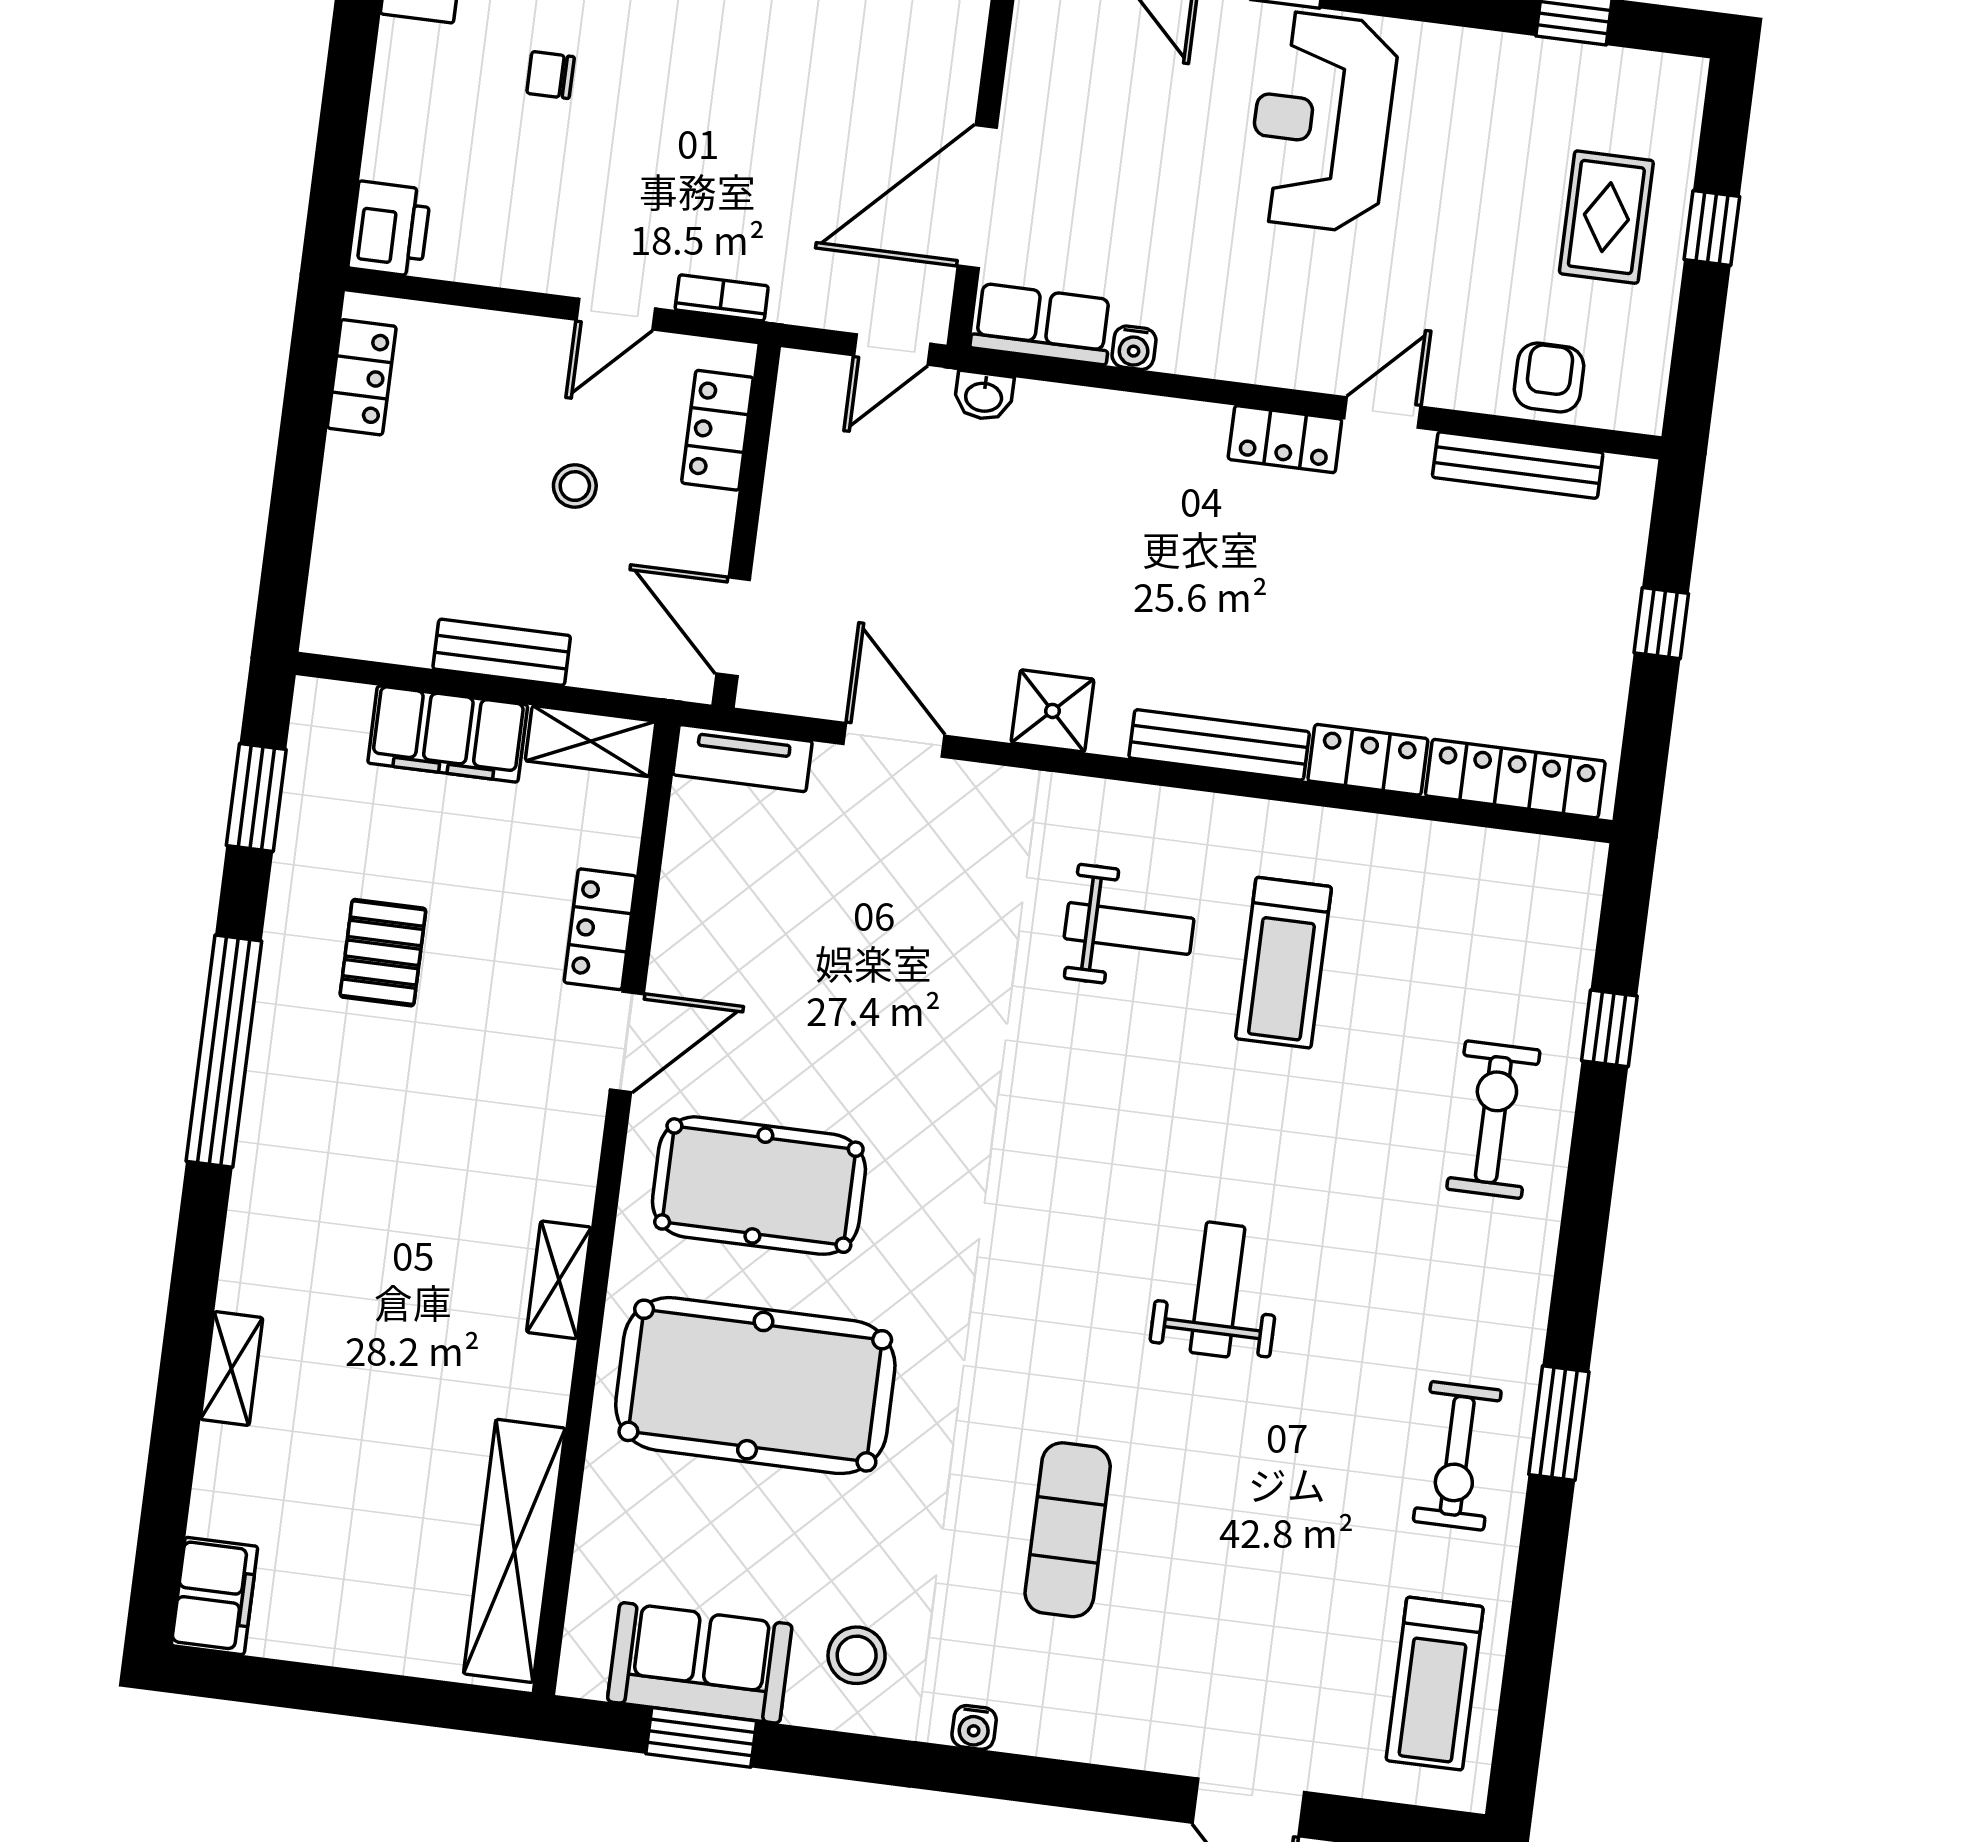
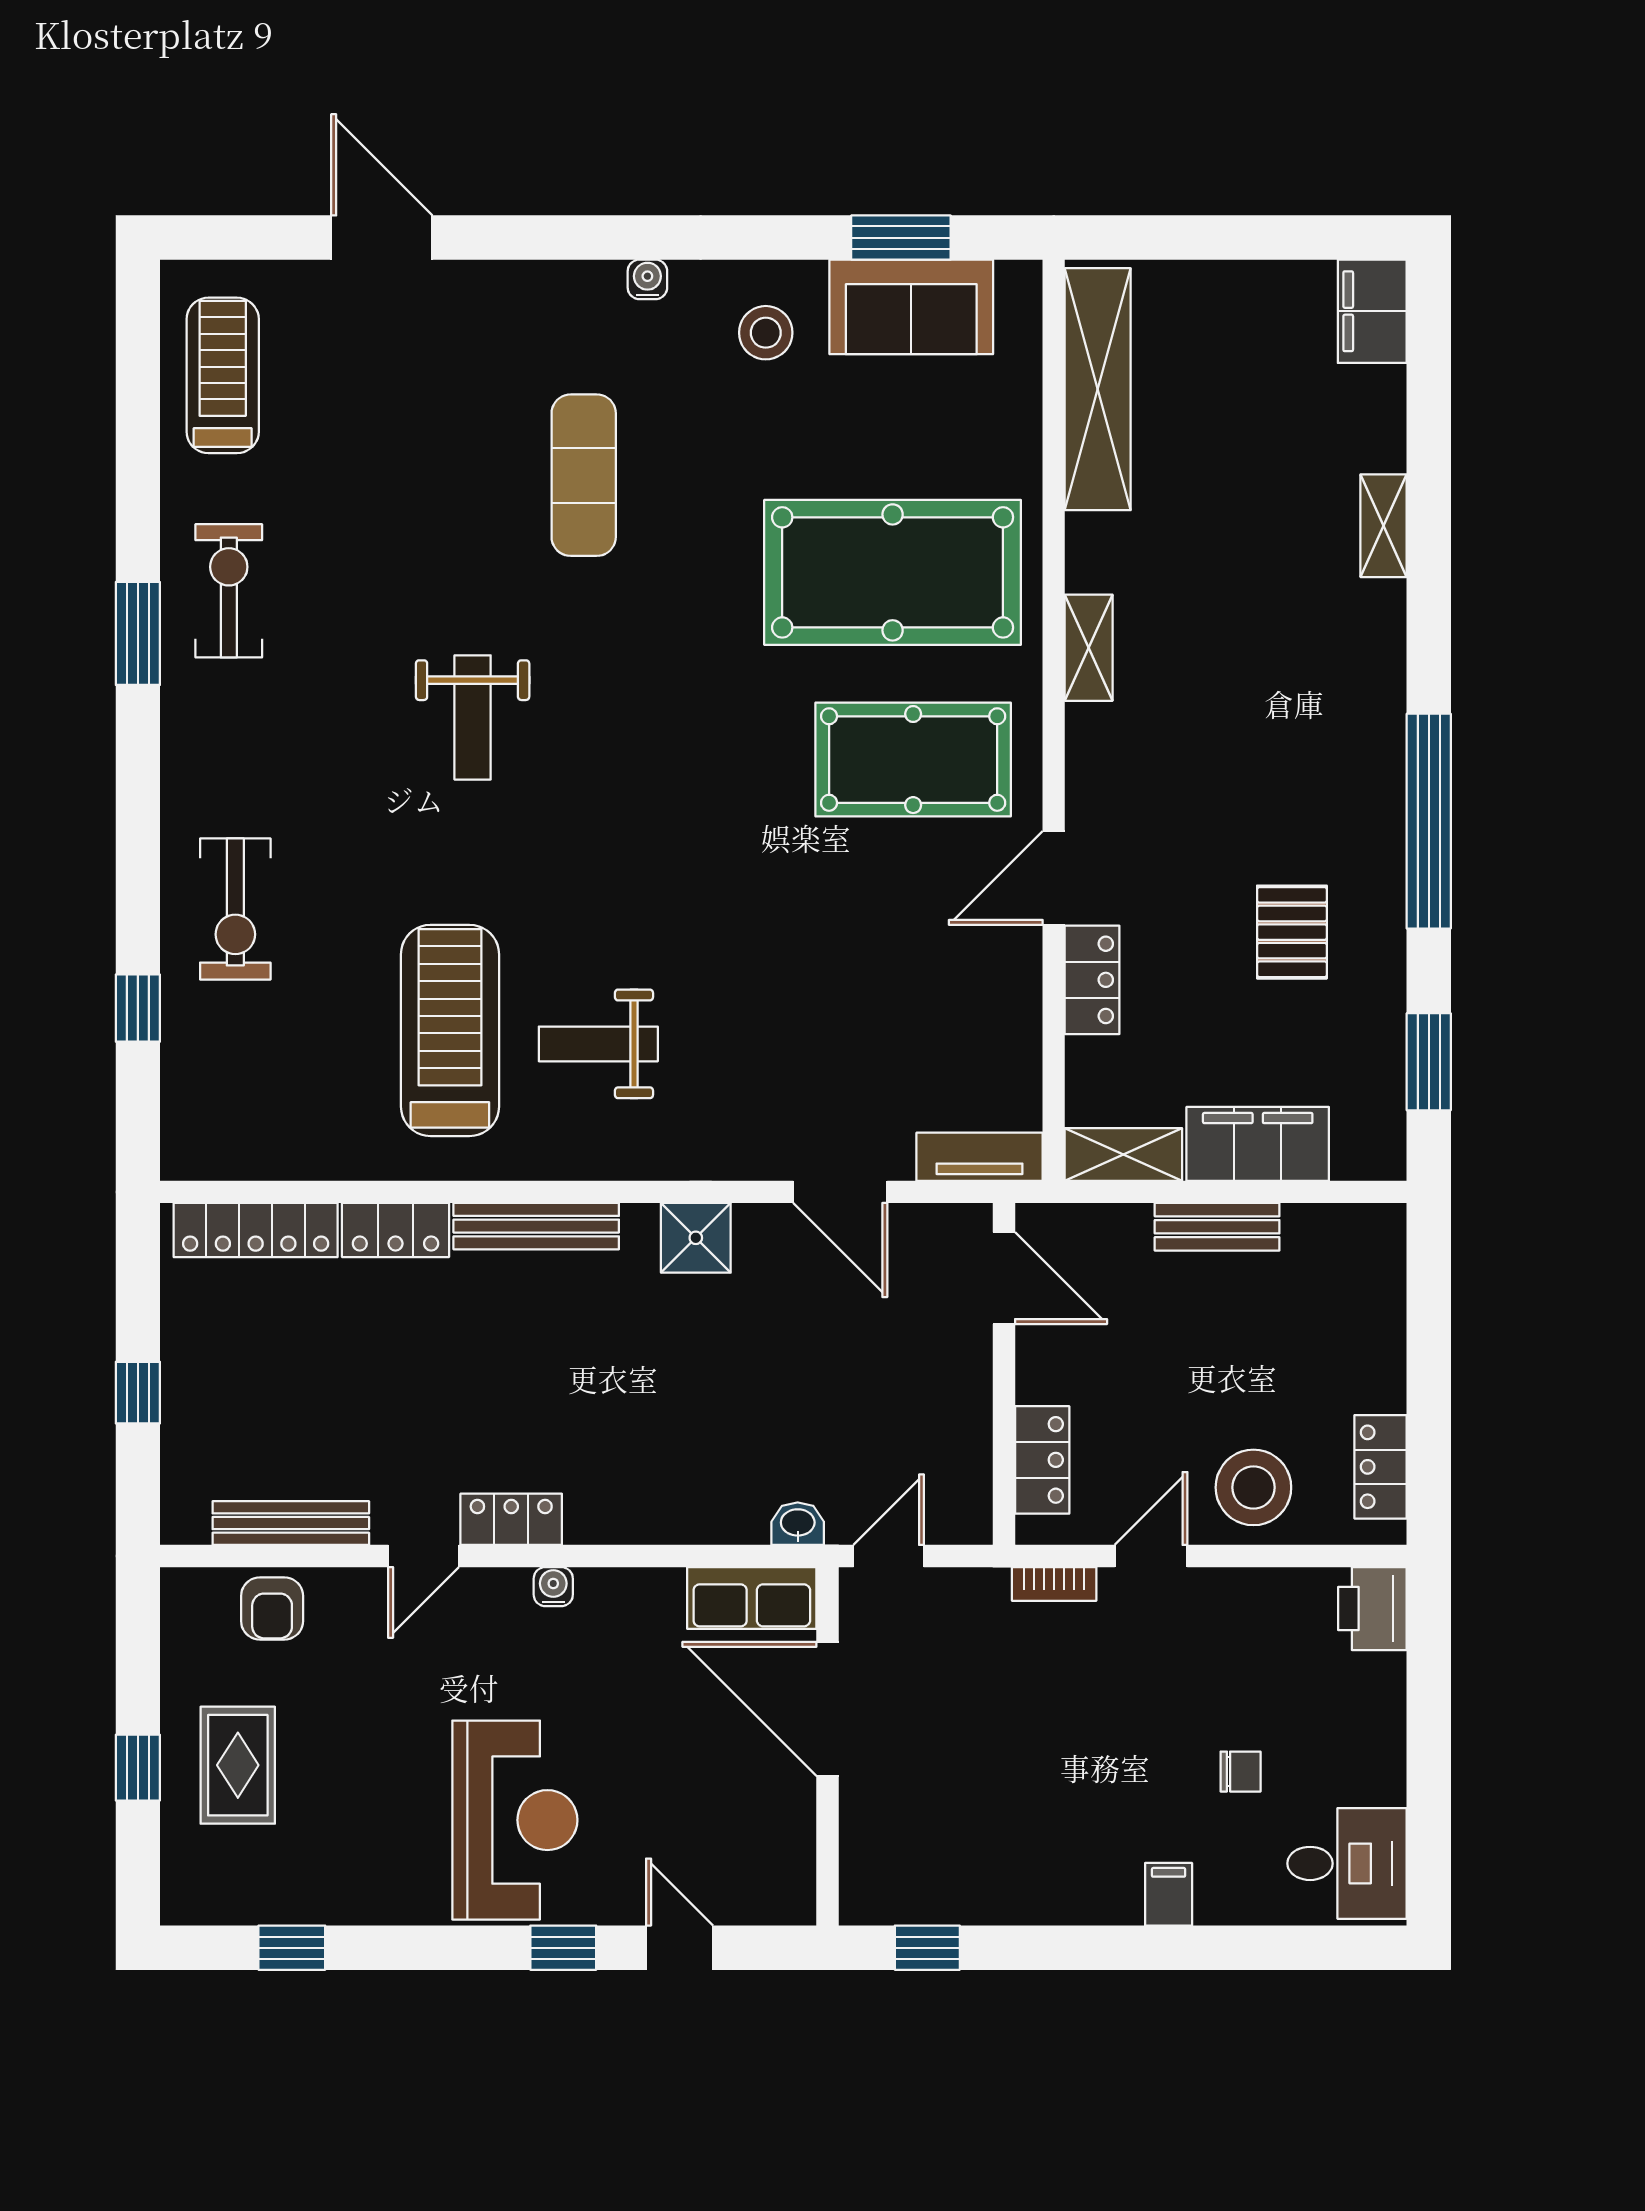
door: (977, 197) -> (827, 1709), swing flipped
water cooler: (1134, 348) -> (553, 1587), moved
stool: (575, 486) -> (1253, 1487), moved, width x1.89, depth x1.89
treadmill: (1284, 963) -> (450, 1030), width x1.37, depth x1.38

